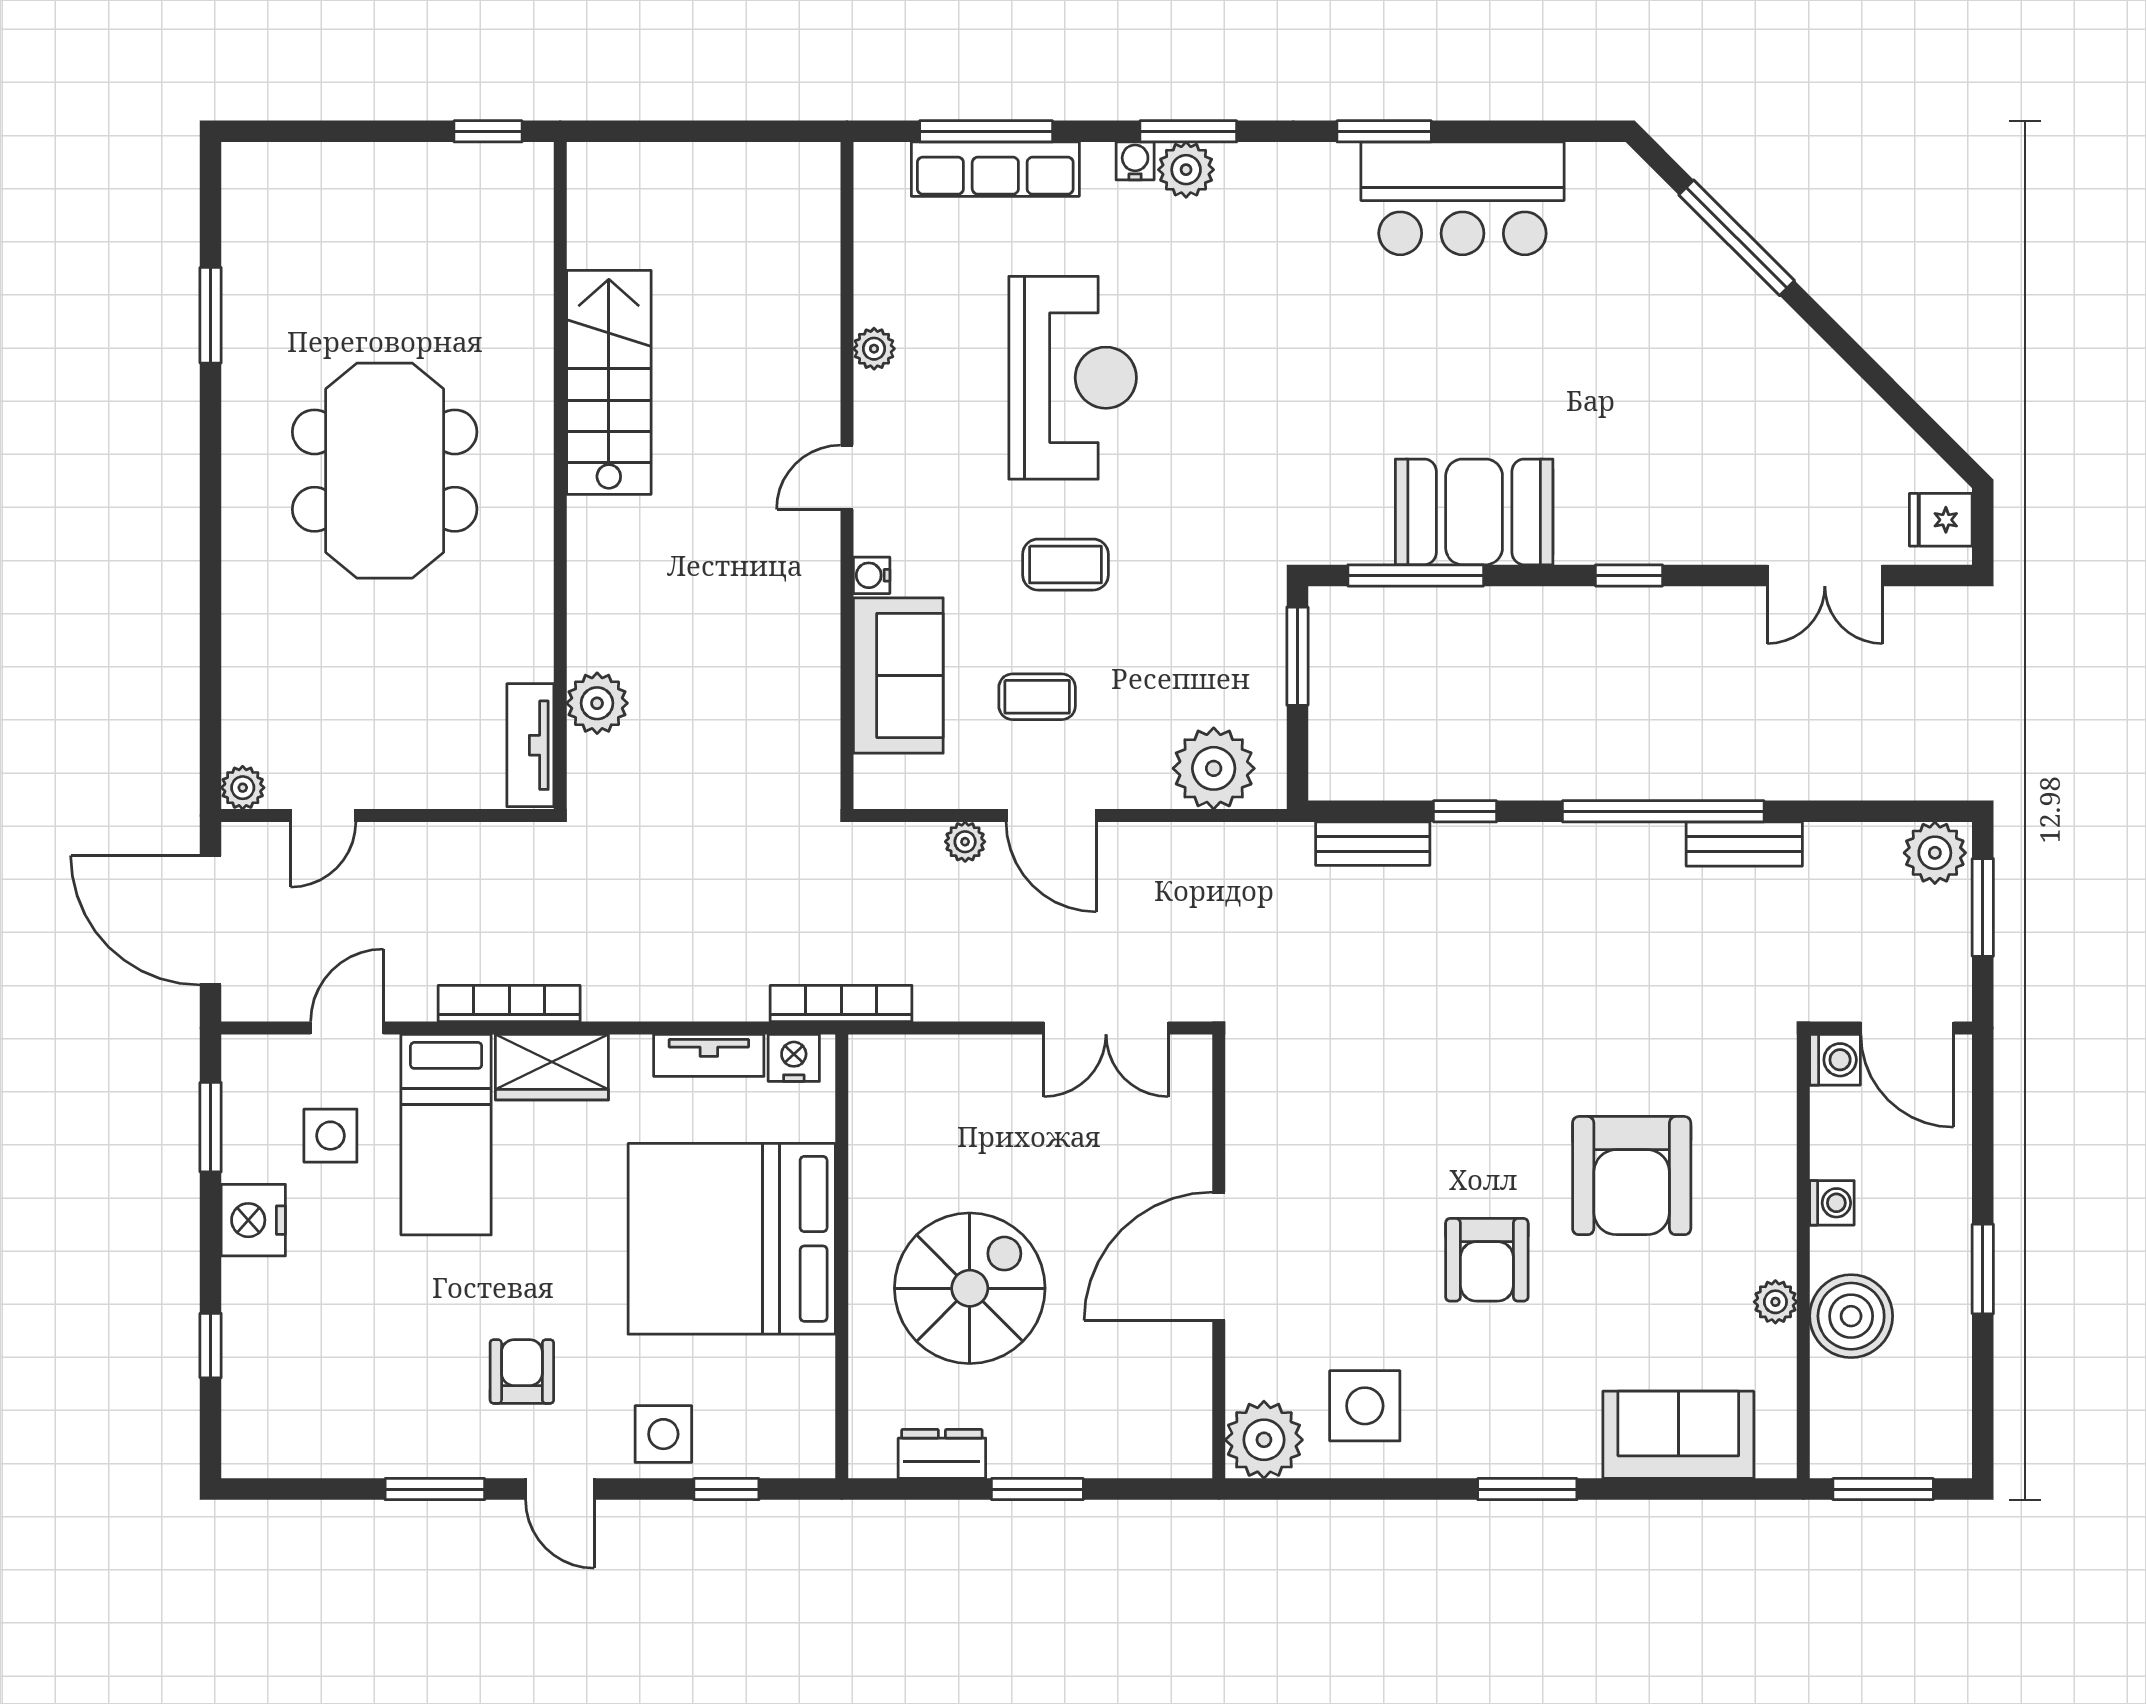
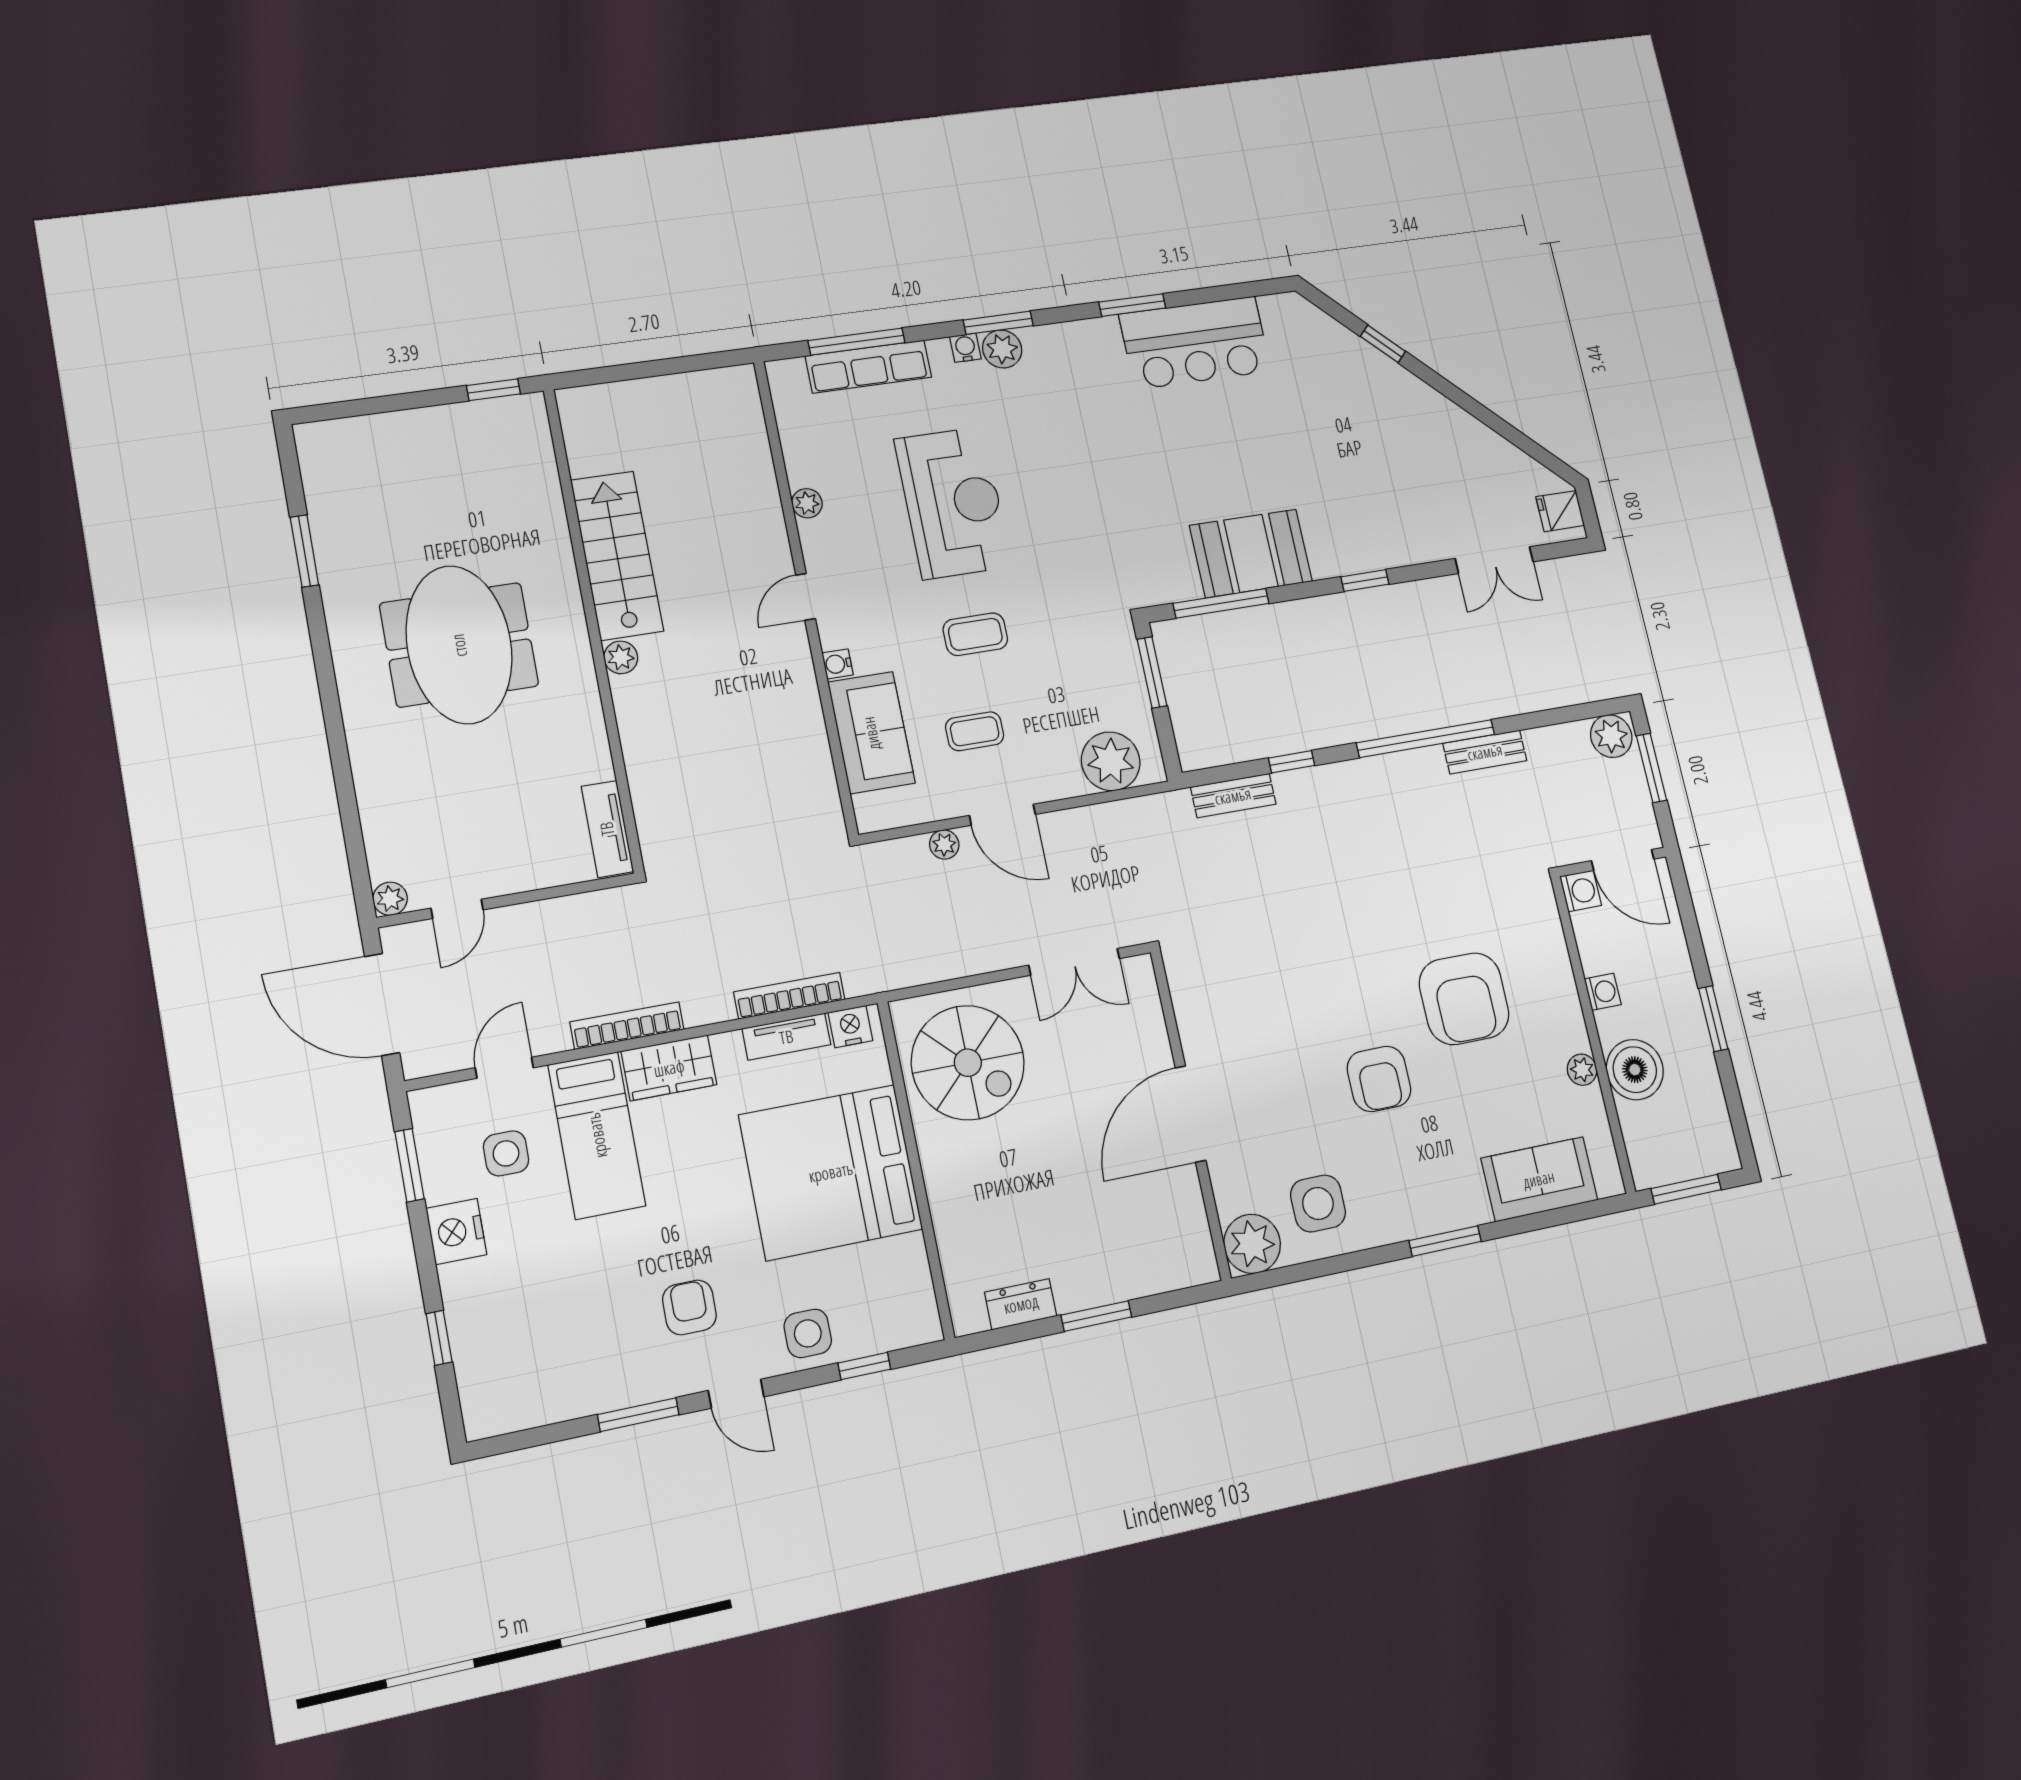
window: (1737, 238) -> (1383, 344), width x0.46
plant: (597, 703) -> (621, 657), moved, width x0.73, depth x0.73
bookcase: (841, 1003) -> (789, 996), moved
spiral stairs: (970, 1288) -> (968, 1063), moved, turned 90

